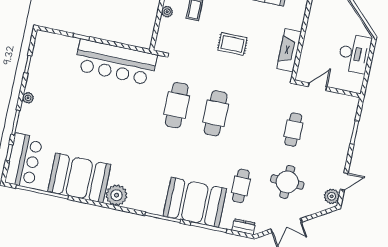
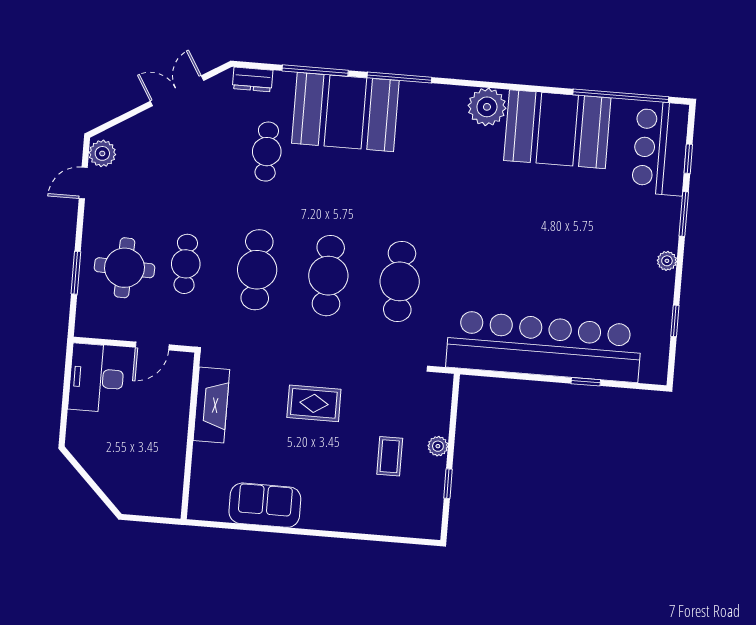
desk: (355, 53) -> (97, 378), moved
bar counter: (116, 62) -> (544, 346), width x1.36
cafe table: (254, 121) -> (257, 270), added
round table: (287, 182) -> (124, 268), moved

